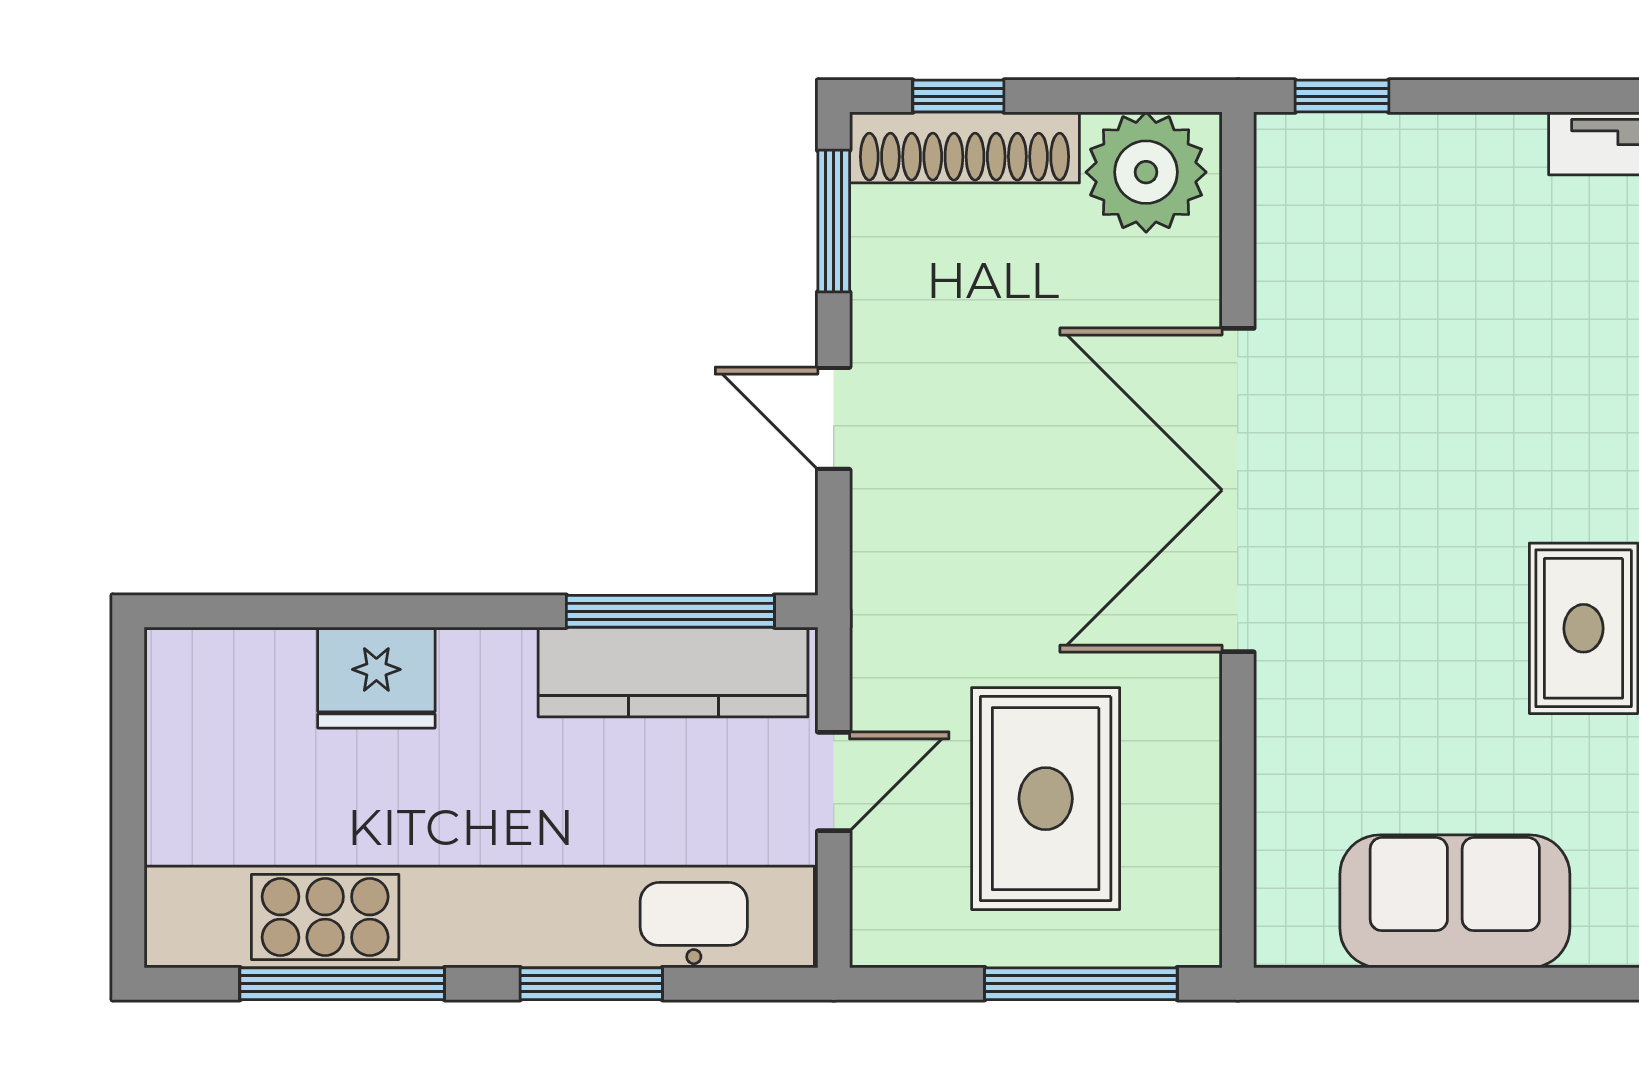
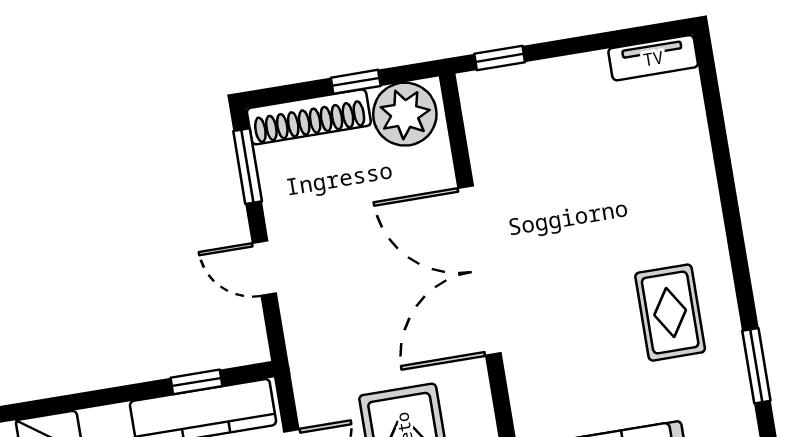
window: (958, 96) -> (356, 82), moved
window: (670, 611) -> (196, 382), width x0.46

